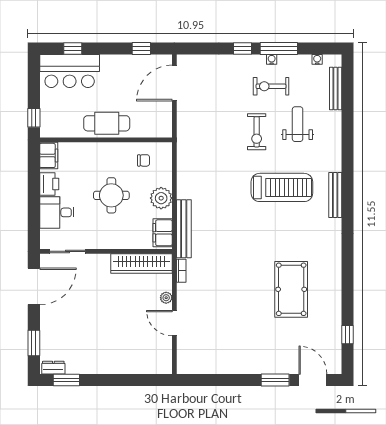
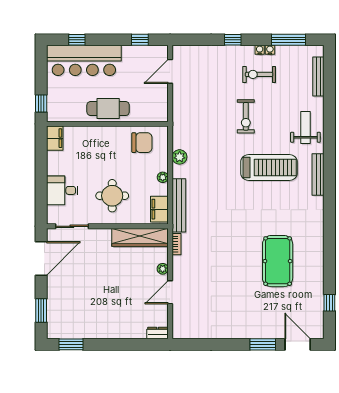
window: (279, 49) -> (289, 40), moved
water cooler: (317, 59) -> (270, 50), moved
bar counter: (70, 71) -> (84, 60), width x1.36
door: (174, 83) -> (170, 71), width x0.73
weight bench: (298, 124) -> (305, 128), moved
chair: (144, 160) -> (142, 143), width x1.87, depth x1.87
plant: (184, 176) -> (180, 157), added
printer: (49, 184) -> (55, 164), removed
round table: (111, 195) -> (112, 196), moved
plant: (161, 198) -> (163, 177), width x0.53, depth x0.53
door: (174, 323) -> (170, 292), hinge flipped
dresser: (53, 368) -> (158, 333), moved

